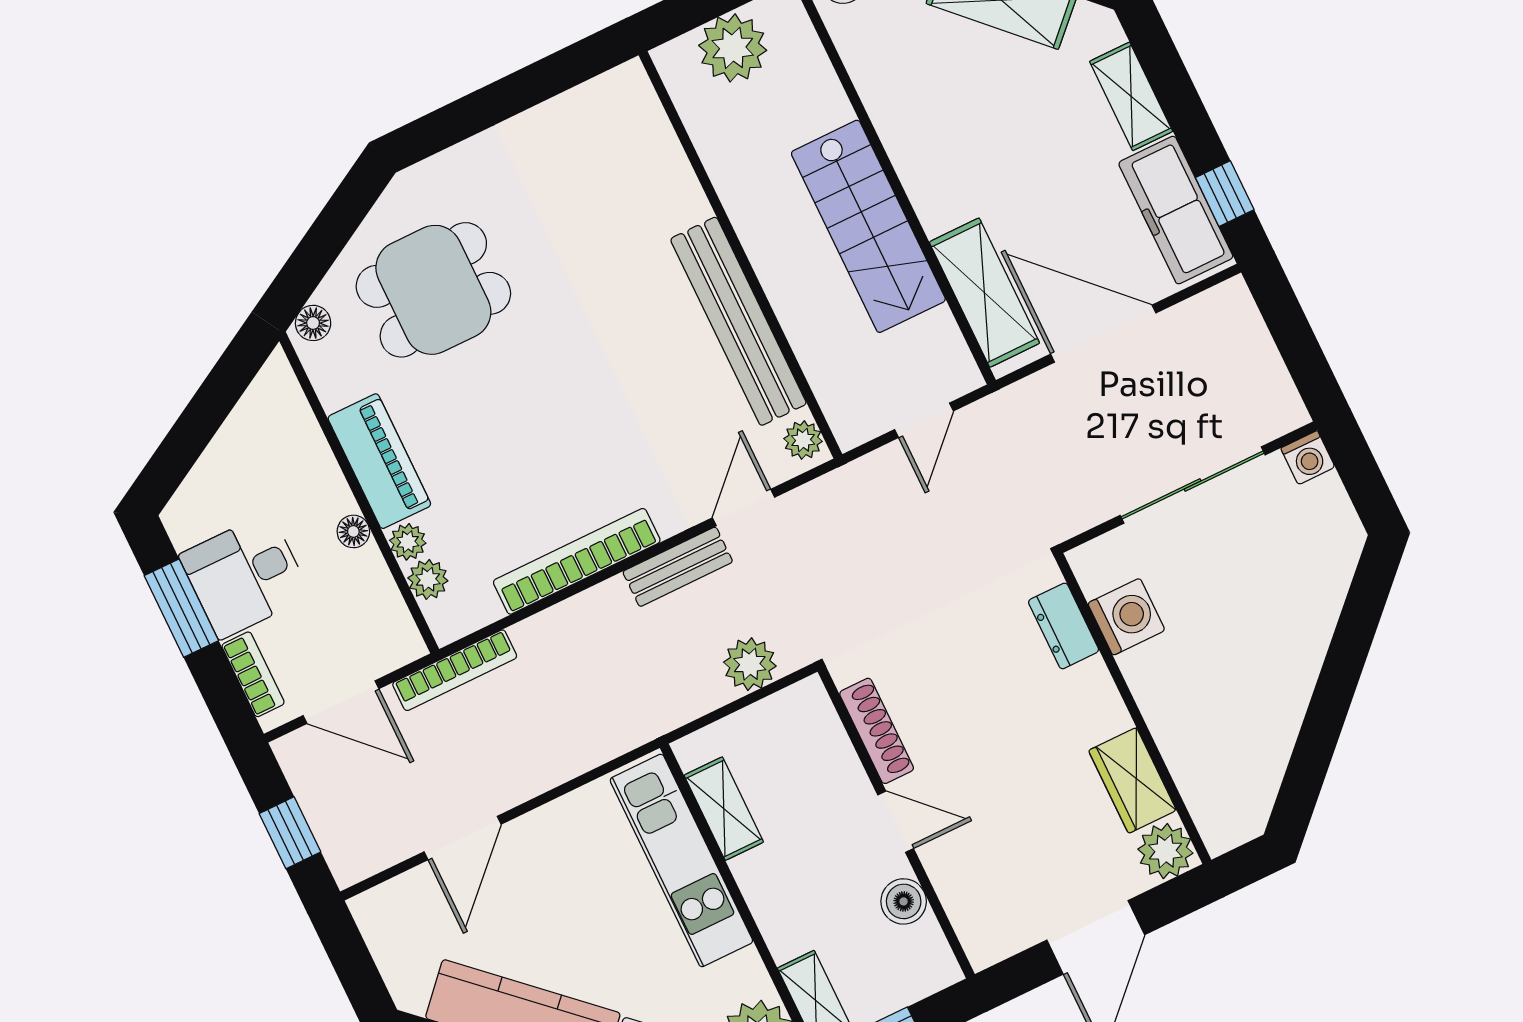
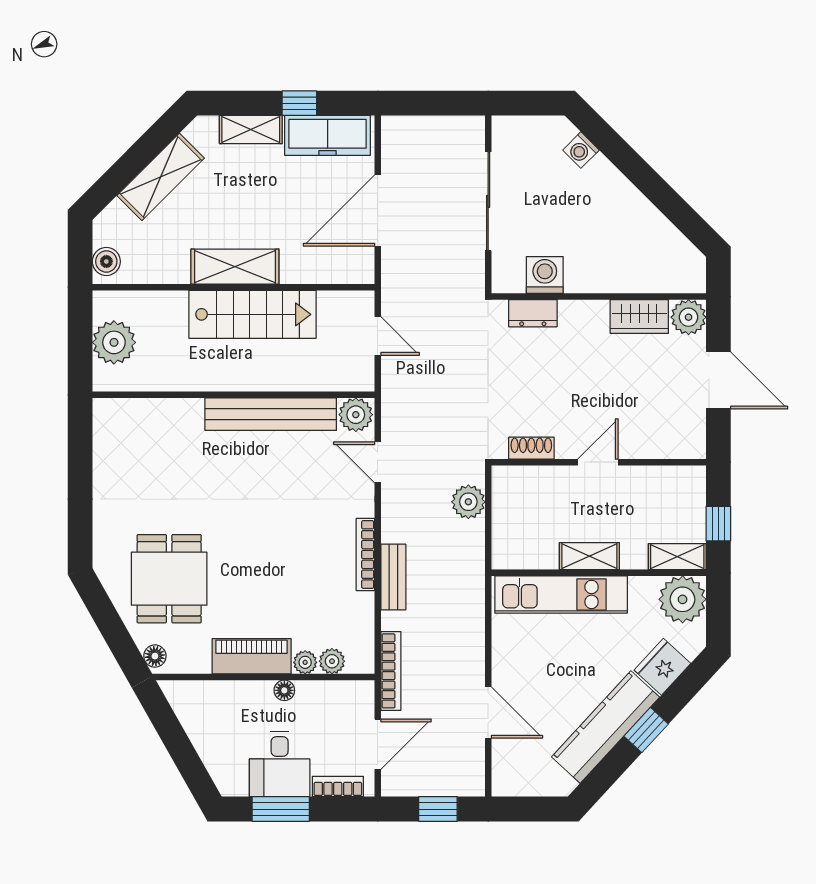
window: (1225, 194) -> (299, 103), moved
shelving: (984, 293) -> (235, 267), moved
plant: (803, 440) -> (356, 415), width x1.38, depth x1.38
washing machine: (1308, 458) -> (581, 150), moved, turned 135
bookcase: (577, 561) -> (365, 554), width x0.68, depth x0.76
bench: (678, 567) -> (393, 577), moved
shoe rack: (877, 731) -> (531, 448), width x0.70
shelving: (724, 809) -> (589, 556), moved
boiler: (904, 901) -> (645, 480), removed

